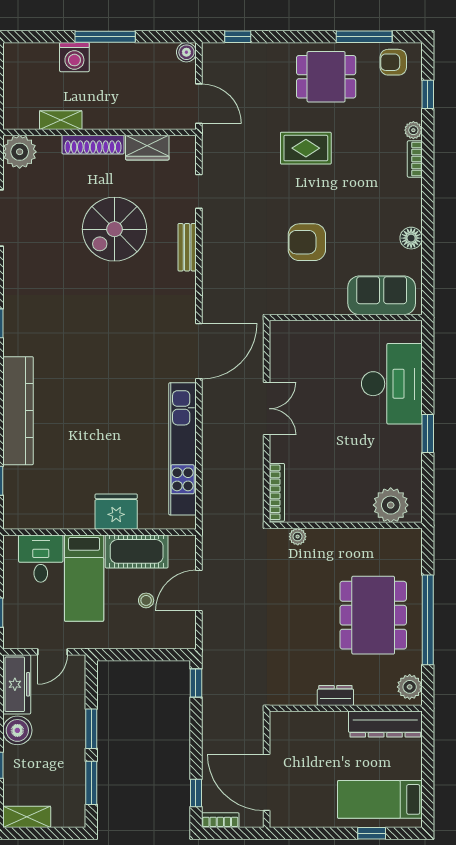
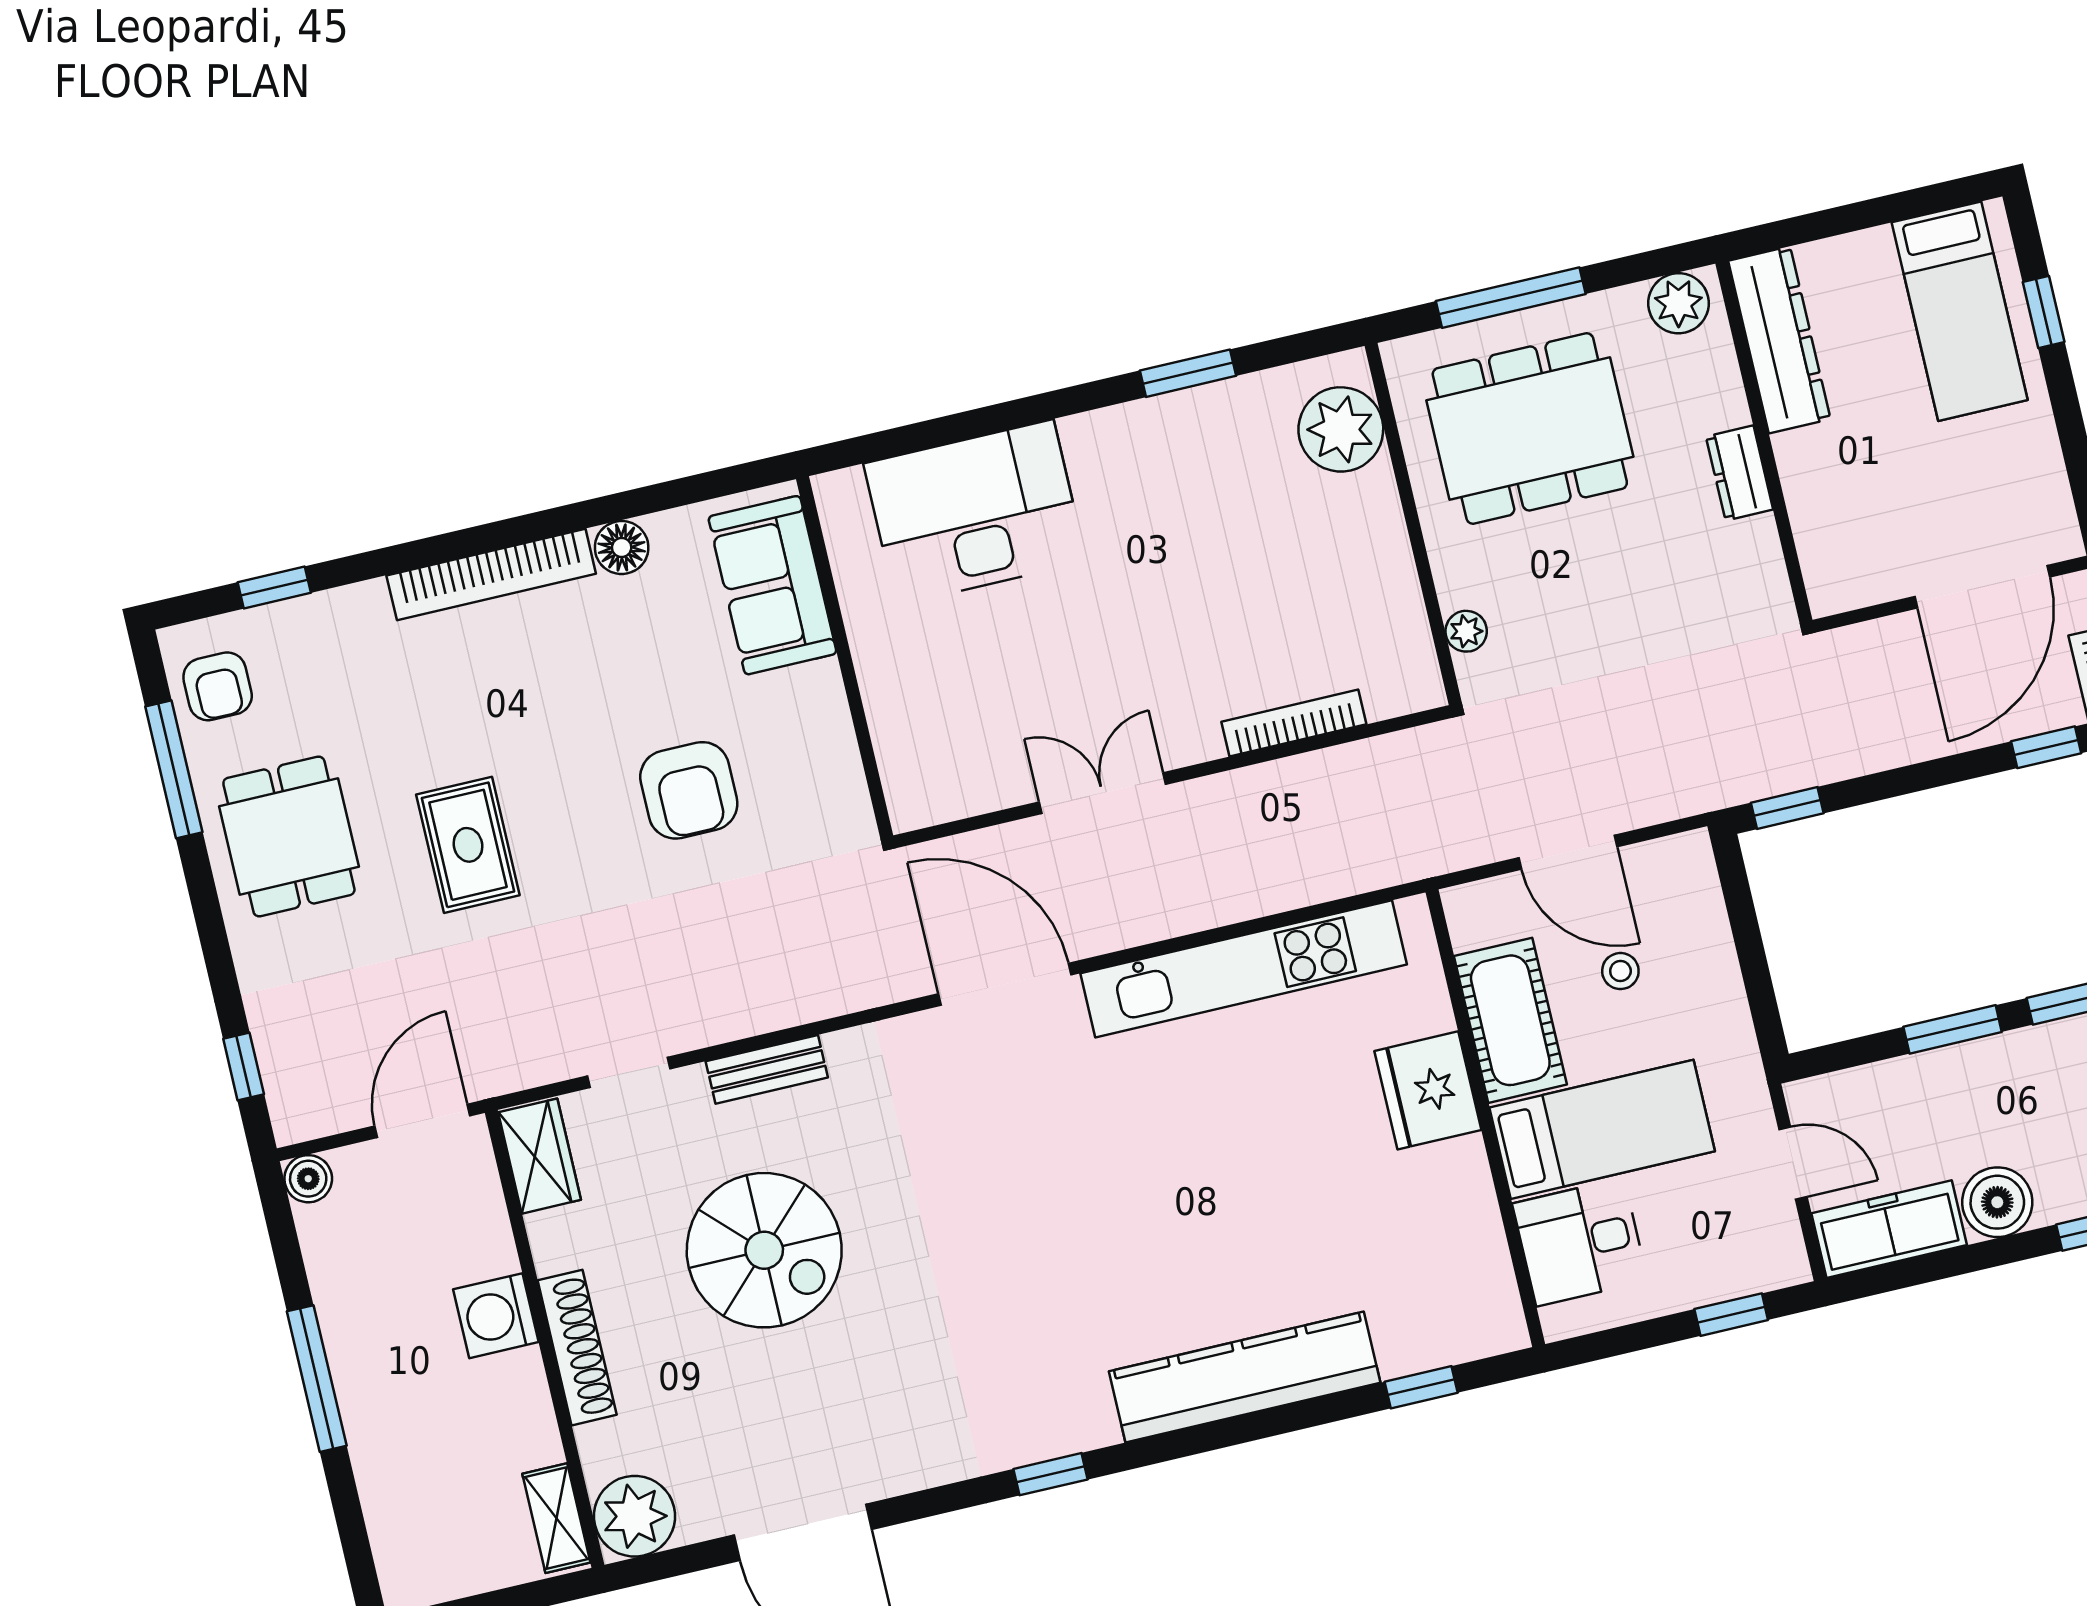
washing machine: (74, 57) -> (496, 1316), moved, turned 180
shelving: (61, 120) -> (556, 1518), moved
plant: (413, 130) -> (366, 602), removed
wardrobe: (147, 148) -> (540, 1156), moved
bookcase: (415, 159) -> (491, 575), width x2.31, depth x1.31
window: (428, 433) -> (1188, 373), moved
plant: (391, 505) -> (1341, 429), moved
wall: (346, 525) -> (1413, 524), moved
plant: (298, 537) -> (1466, 631), moved
window: (428, 620) -> (1511, 298), width x0.68

